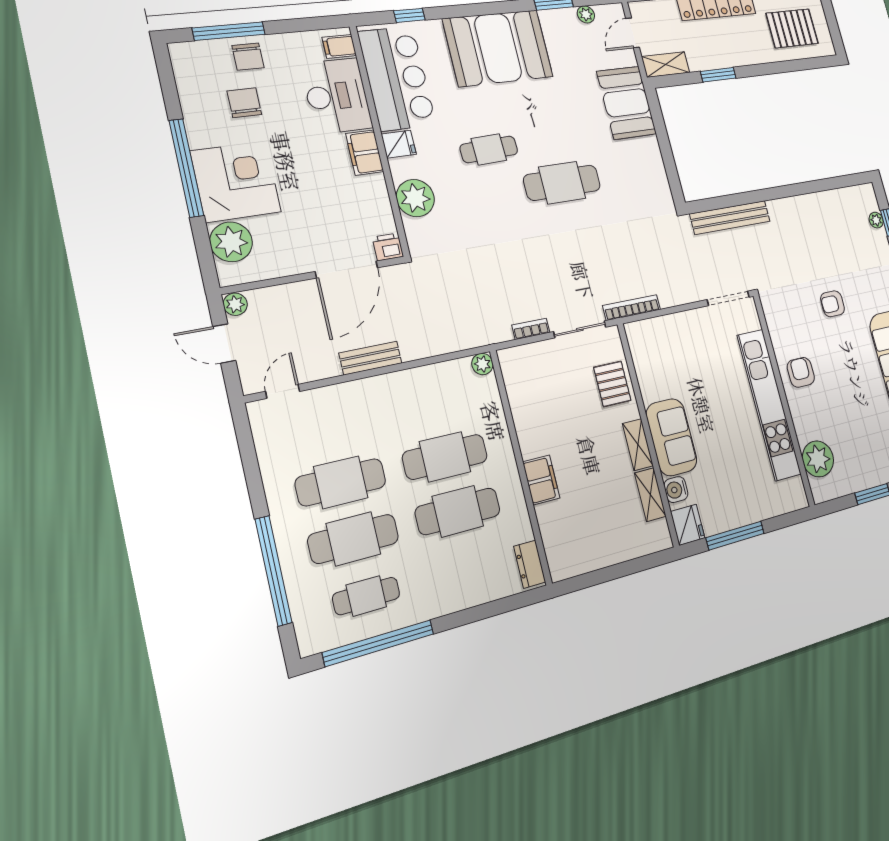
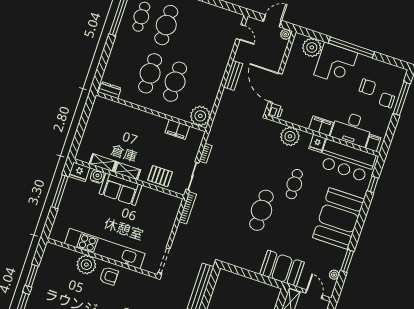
plant: (482, 364) -> (200, 116), width x1.88, depth x1.88
plant: (818, 459) -> (86, 265), moved
filing cabinet: (541, 480) -> (177, 129), moved
cafe table: (341, 482) -> (191, 33), removed

